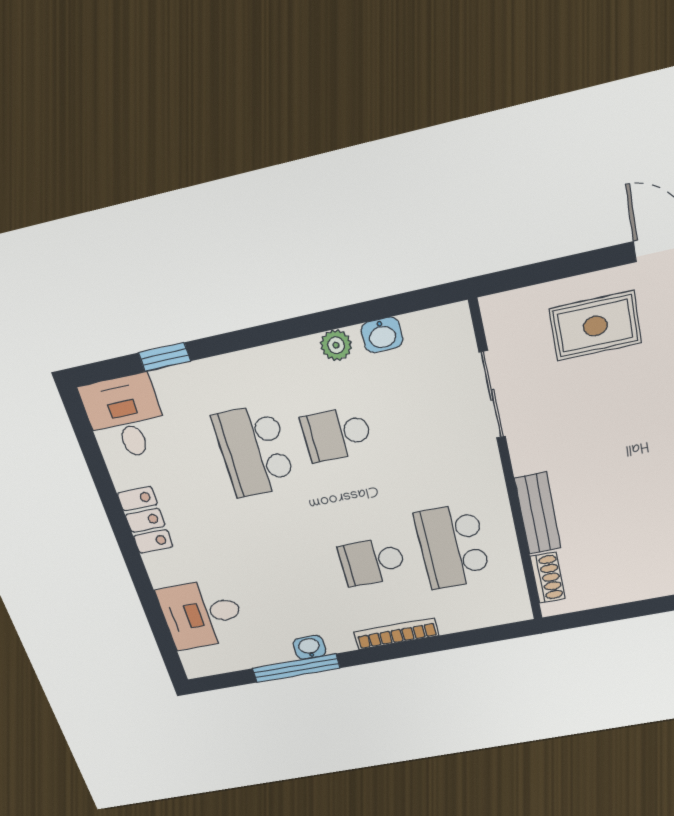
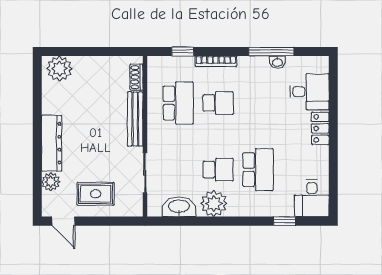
washbasin: (382, 335) -> (179, 207), width x1.91, depth x1.45
plant: (336, 345) -> (214, 204), width x1.88, depth x1.88
bench: (538, 513) -> (135, 119), width x1.36
locker: (145, 520) -> (320, 128), moved
window: (465, 639) -> (183, 51), added
washbasin: (309, 647) -> (277, 62), moved

